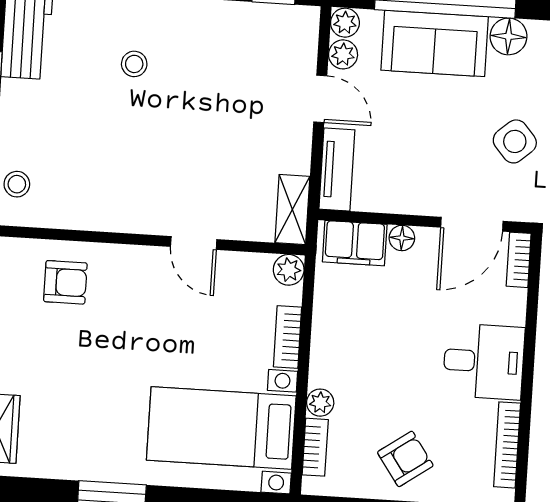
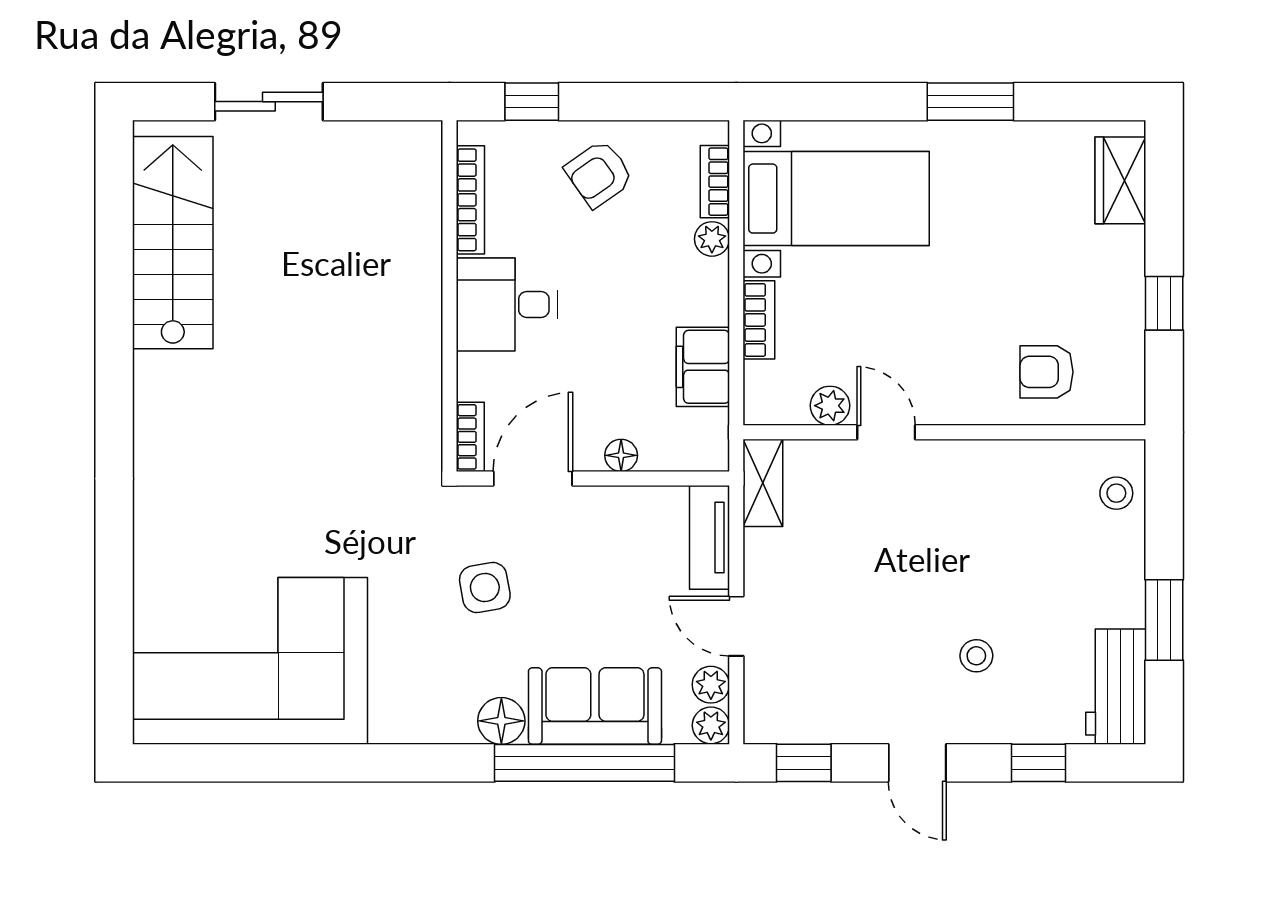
side table: (515, 141) -> (485, 588), turned 31
filing cabinet: (355, 243) -> (703, 367), moved, turned -90
plant: (289, 270) -> (830, 406), moved

